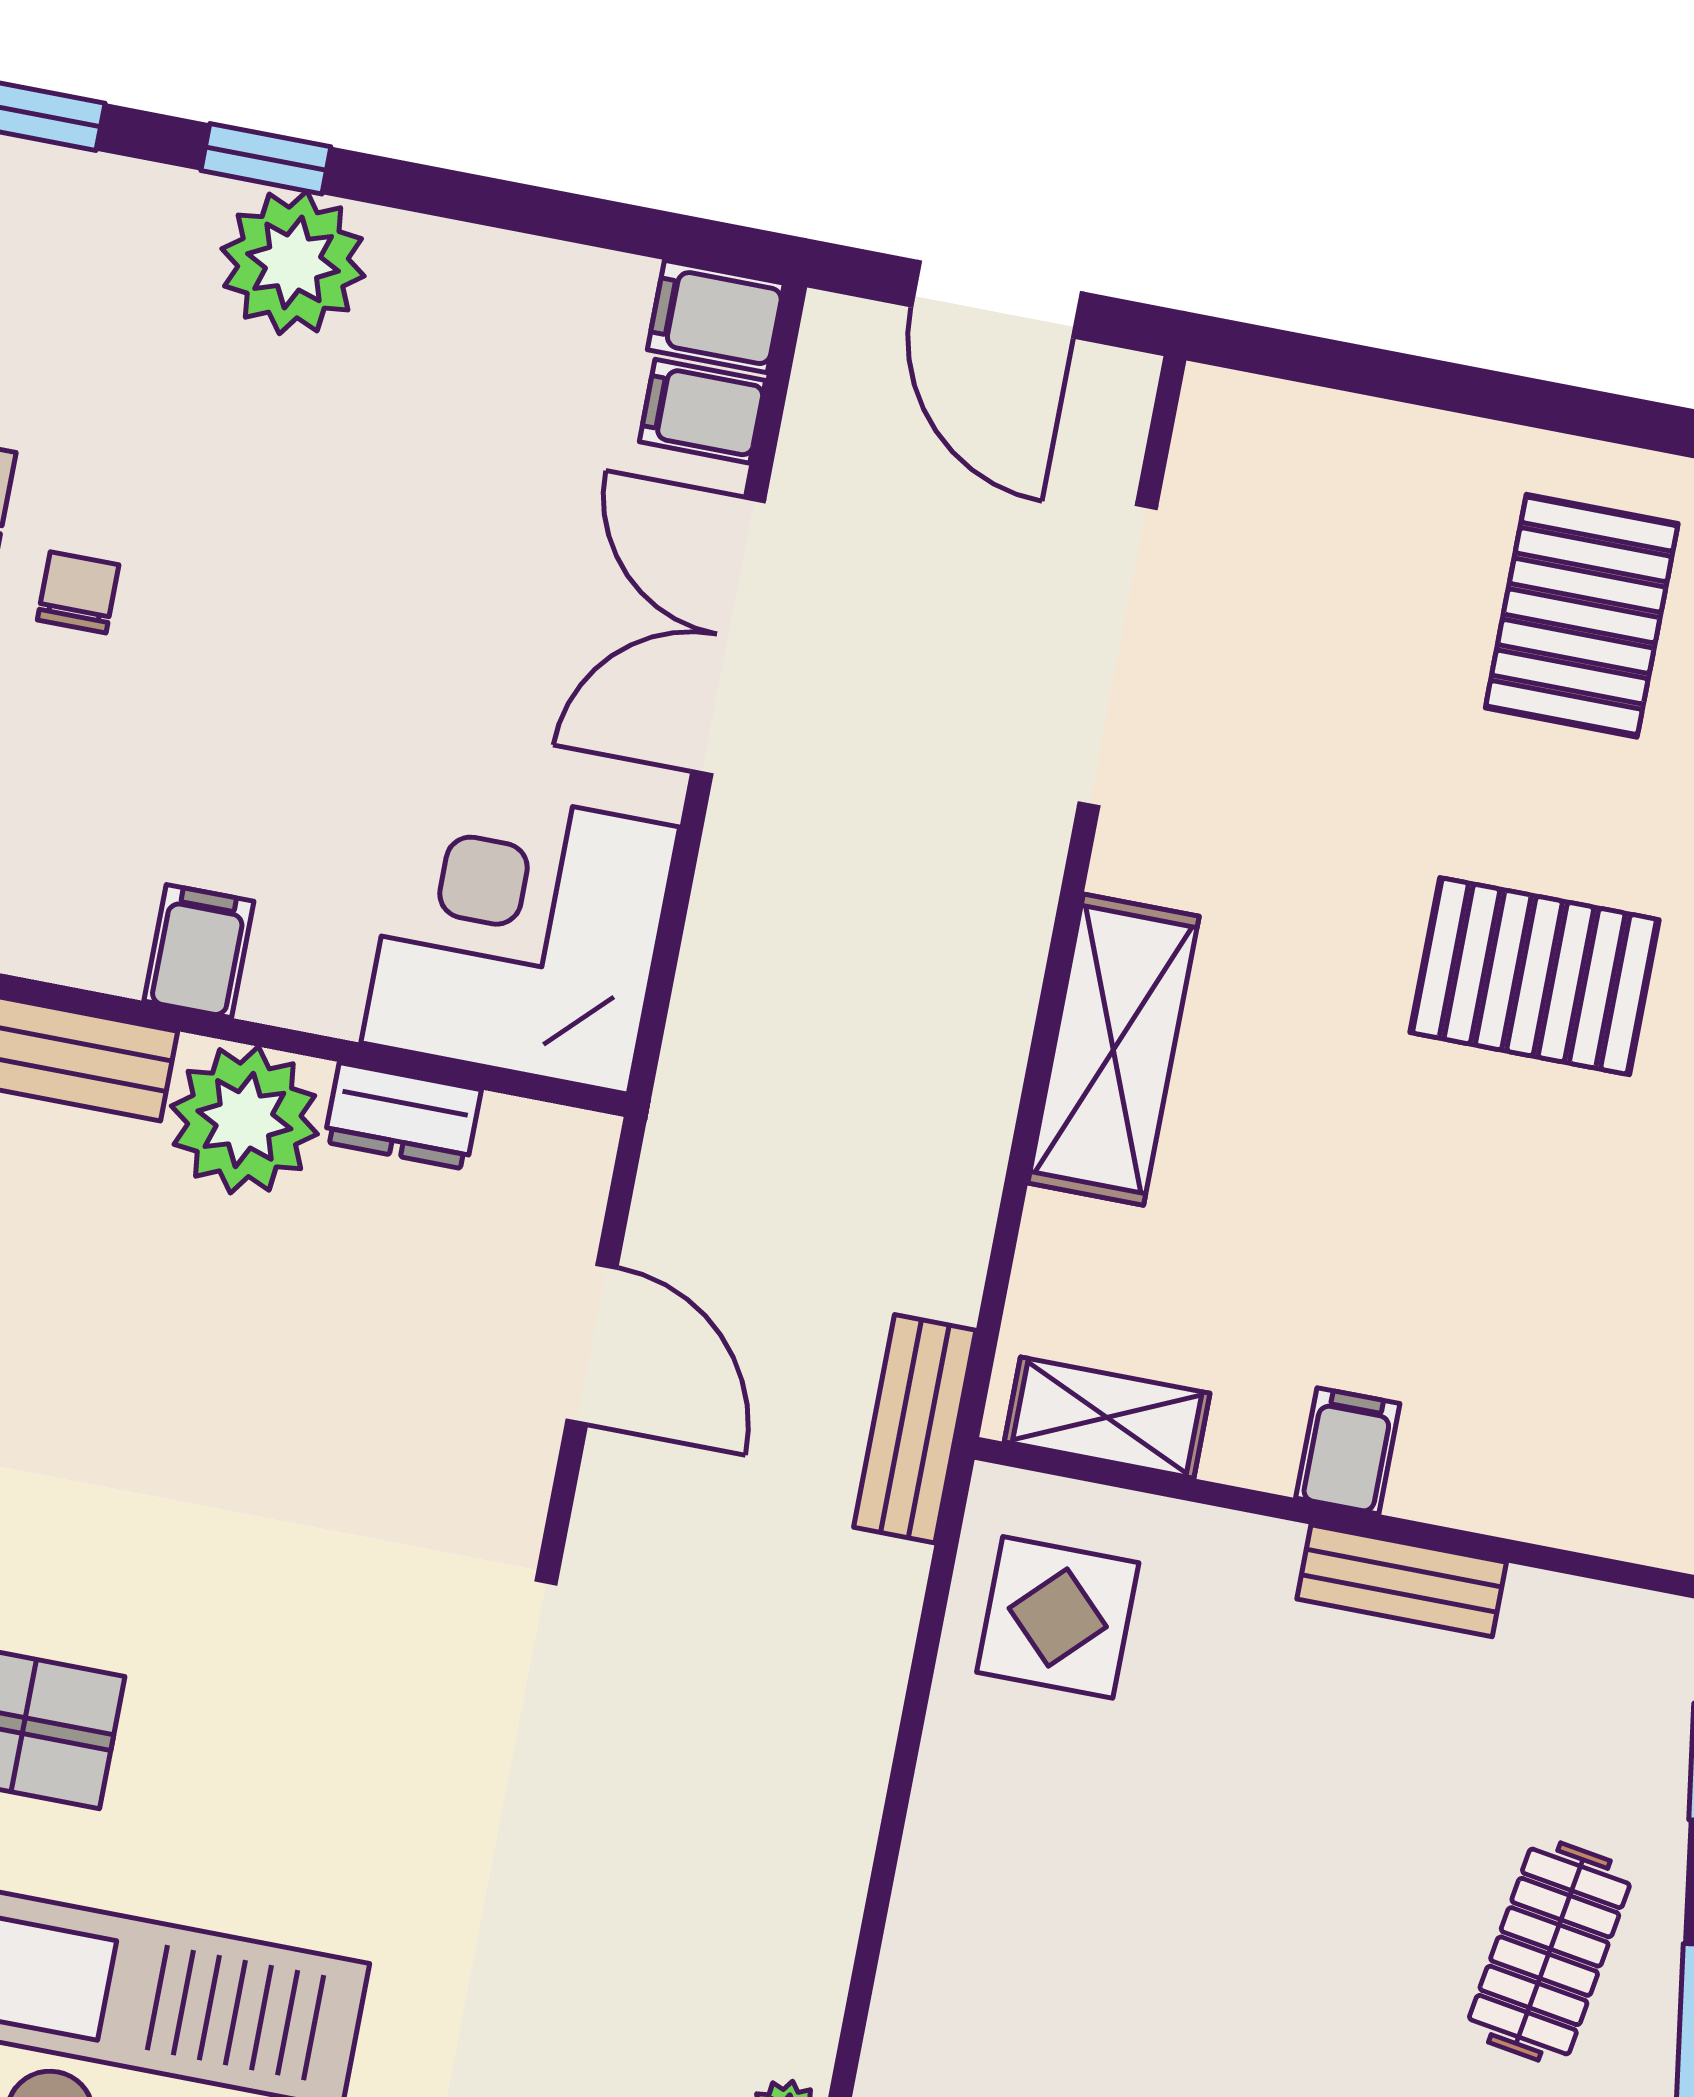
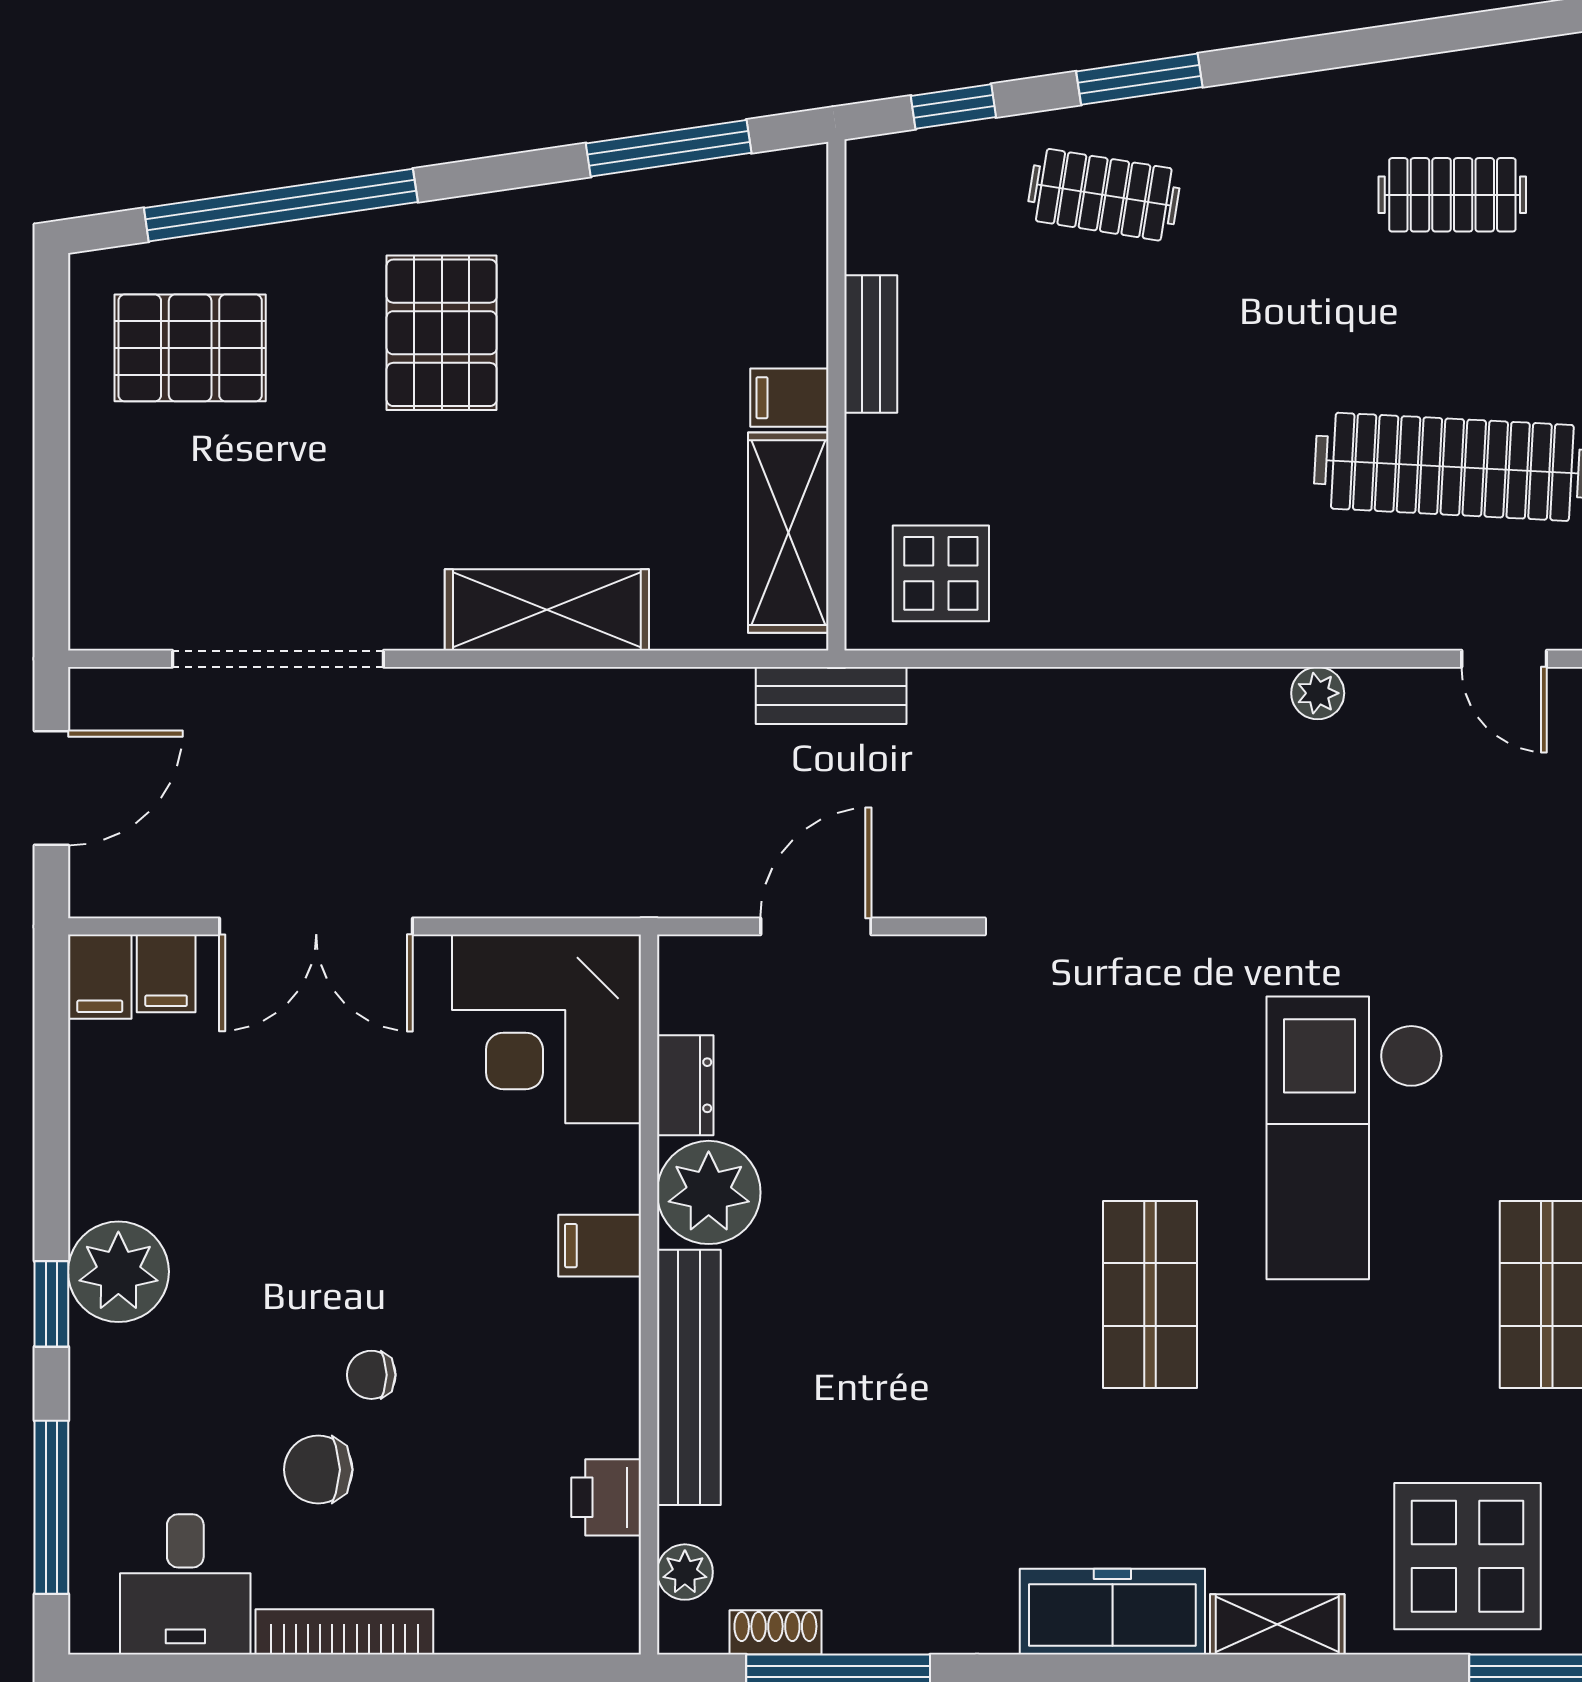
shelving: (1107, 1418) -> (788, 533), width x1.50, depth x1.33

